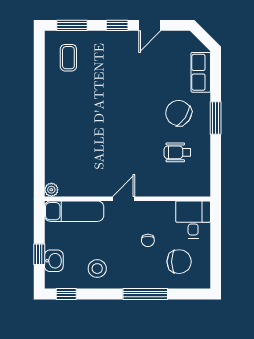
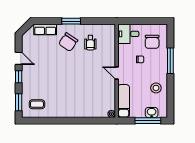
window: (39, 254) -> (148, 121), width x2.17
chair: (179, 262) -> (152, 42), turned 180
window: (66, 294) -> (170, 105), removed

